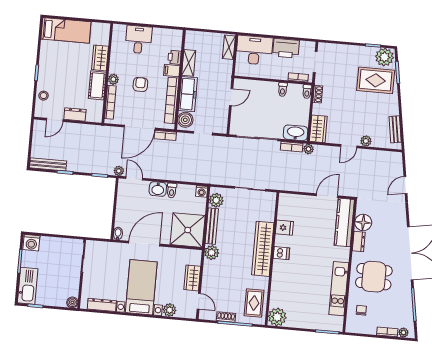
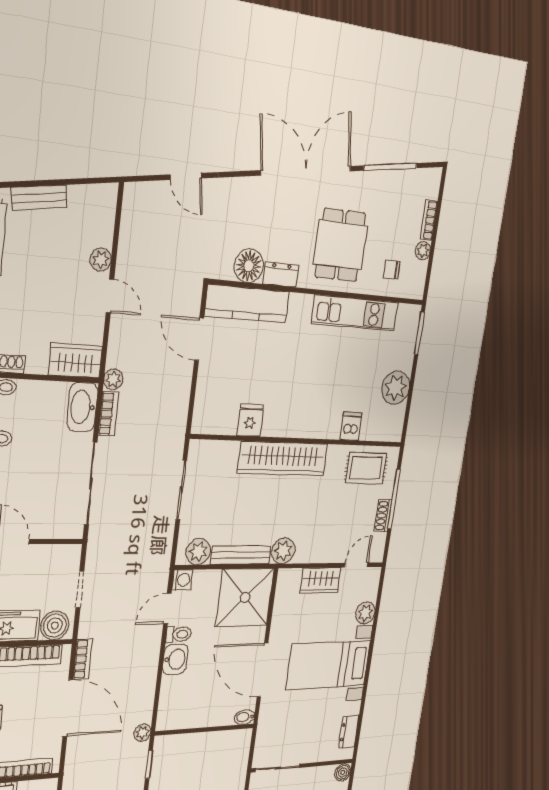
bench: (395, 129) -> (39, 198), moved
door: (134, 178) -> (167, 609), moved
dishwasher: (281, 253) -> (351, 426), moved
dresser: (102, 305) -> (349, 732), width x0.70
plant: (277, 317) -> (396, 388), moved
plant: (403, 333) -> (423, 251), moved

